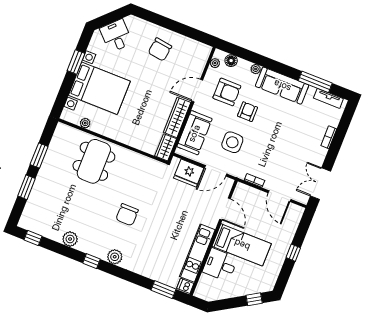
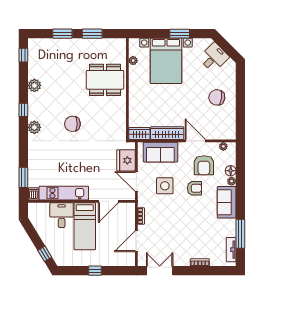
floor lamp: (231, 61) -> (231, 171), moved
sofa: (282, 86) -> (227, 202), width x0.73

